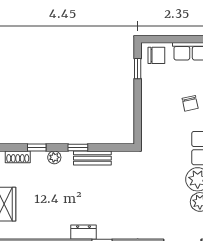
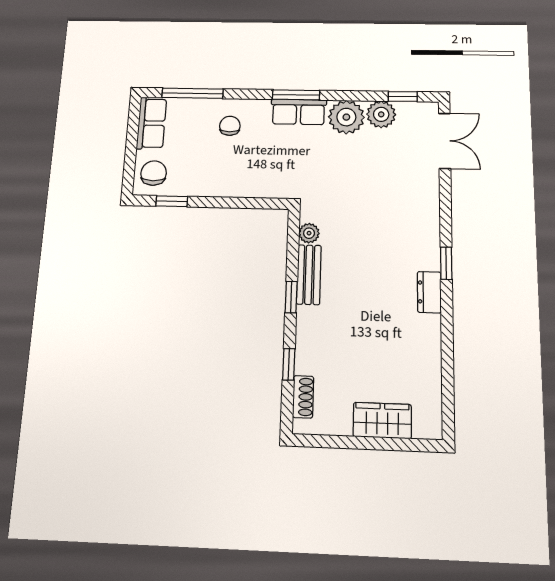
chair: (190, 103) -> (230, 126), turned -78
plant: (54, 157) -> (309, 233), moved

